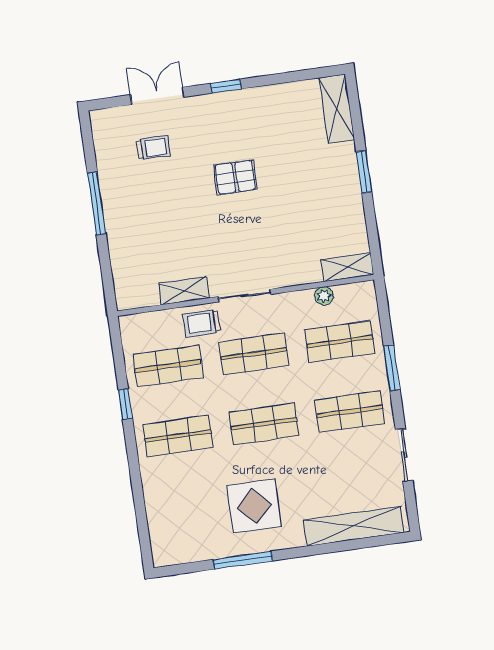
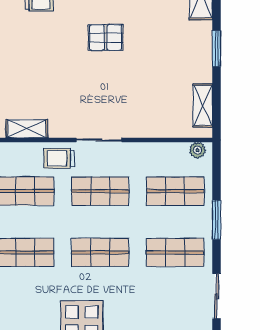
shelving: (347, 267) -> (203, 105), moved, turned 90
shelving: (184, 291) -> (27, 129), moved
plant: (324, 296) -> (198, 150), moved

